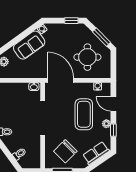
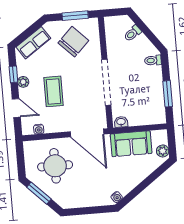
window: (71, 21) -> (80, 211), removed
sofa: (29, 45) -> (131, 144), moved, turned -144
coffee table: (84, 114) -> (53, 91), width x0.73, depth x0.76

